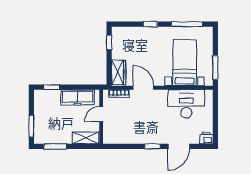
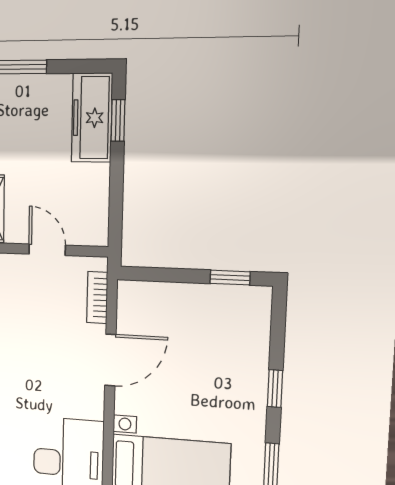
wardrobe: (119, 72) -> (151, 299), removed
freezer: (78, 97) -> (92, 118), moved

